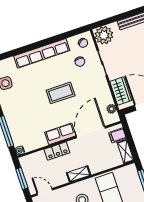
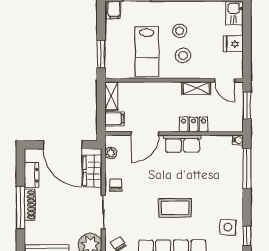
chair: (80, 62) -> (116, 185), moved
coffee table: (61, 93) -> (175, 208), moved
door: (91, 132) -> (145, 133), width x0.73
shelving: (79, 174) -> (196, 88), moved

